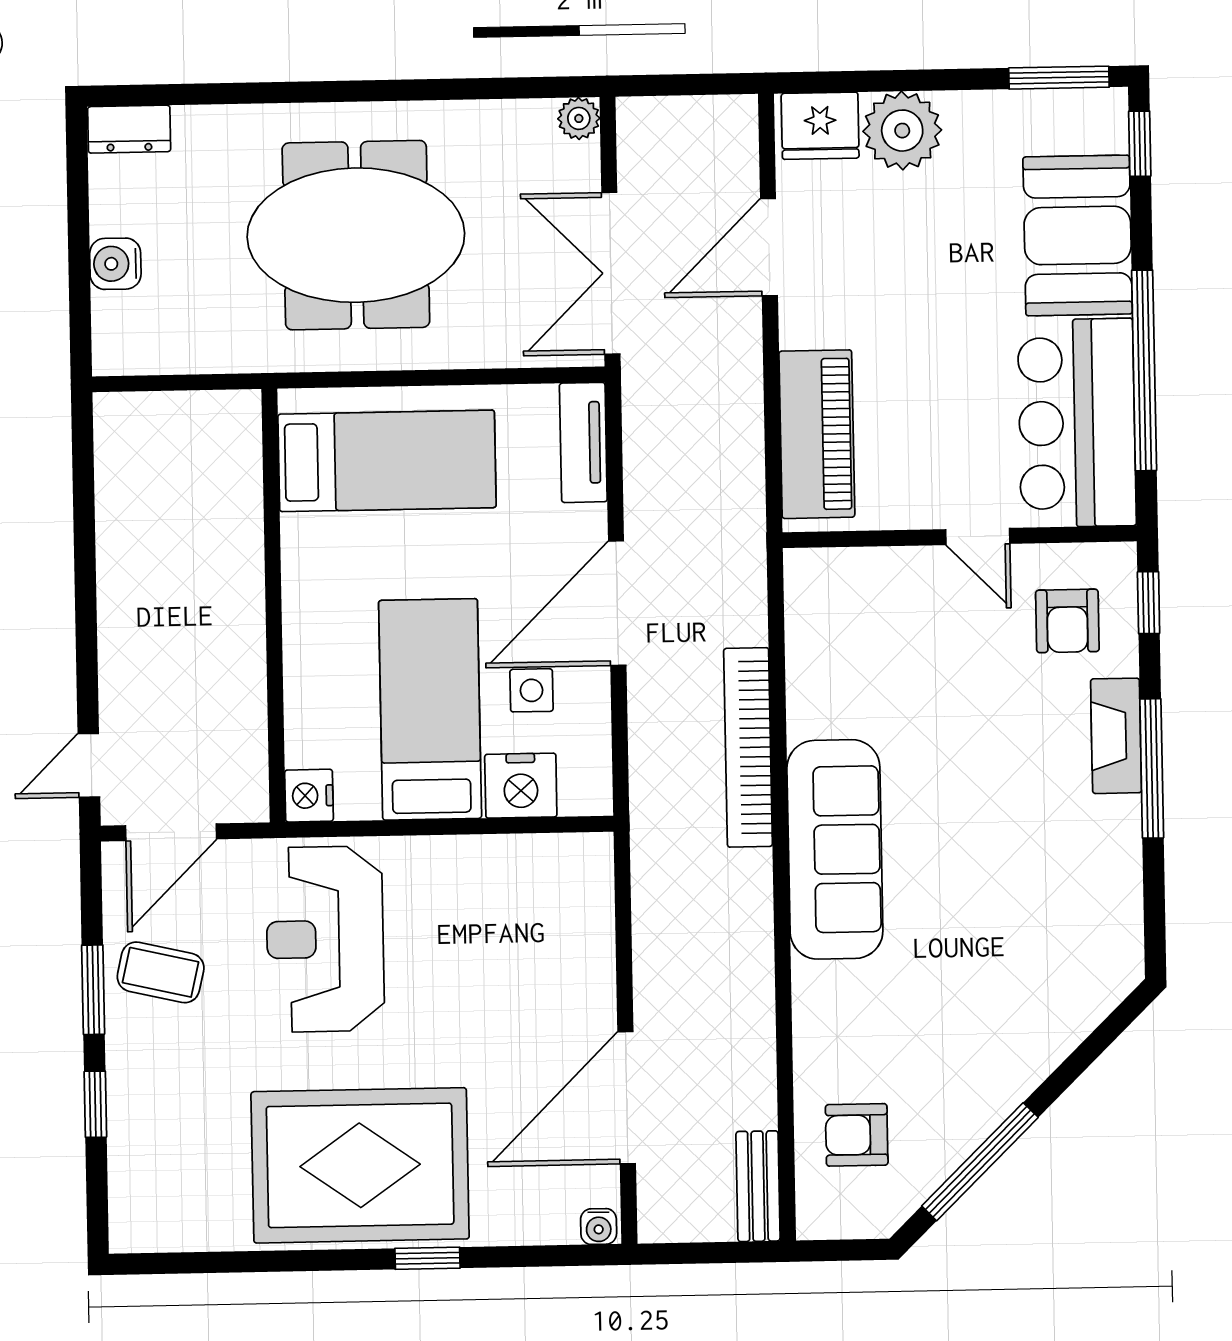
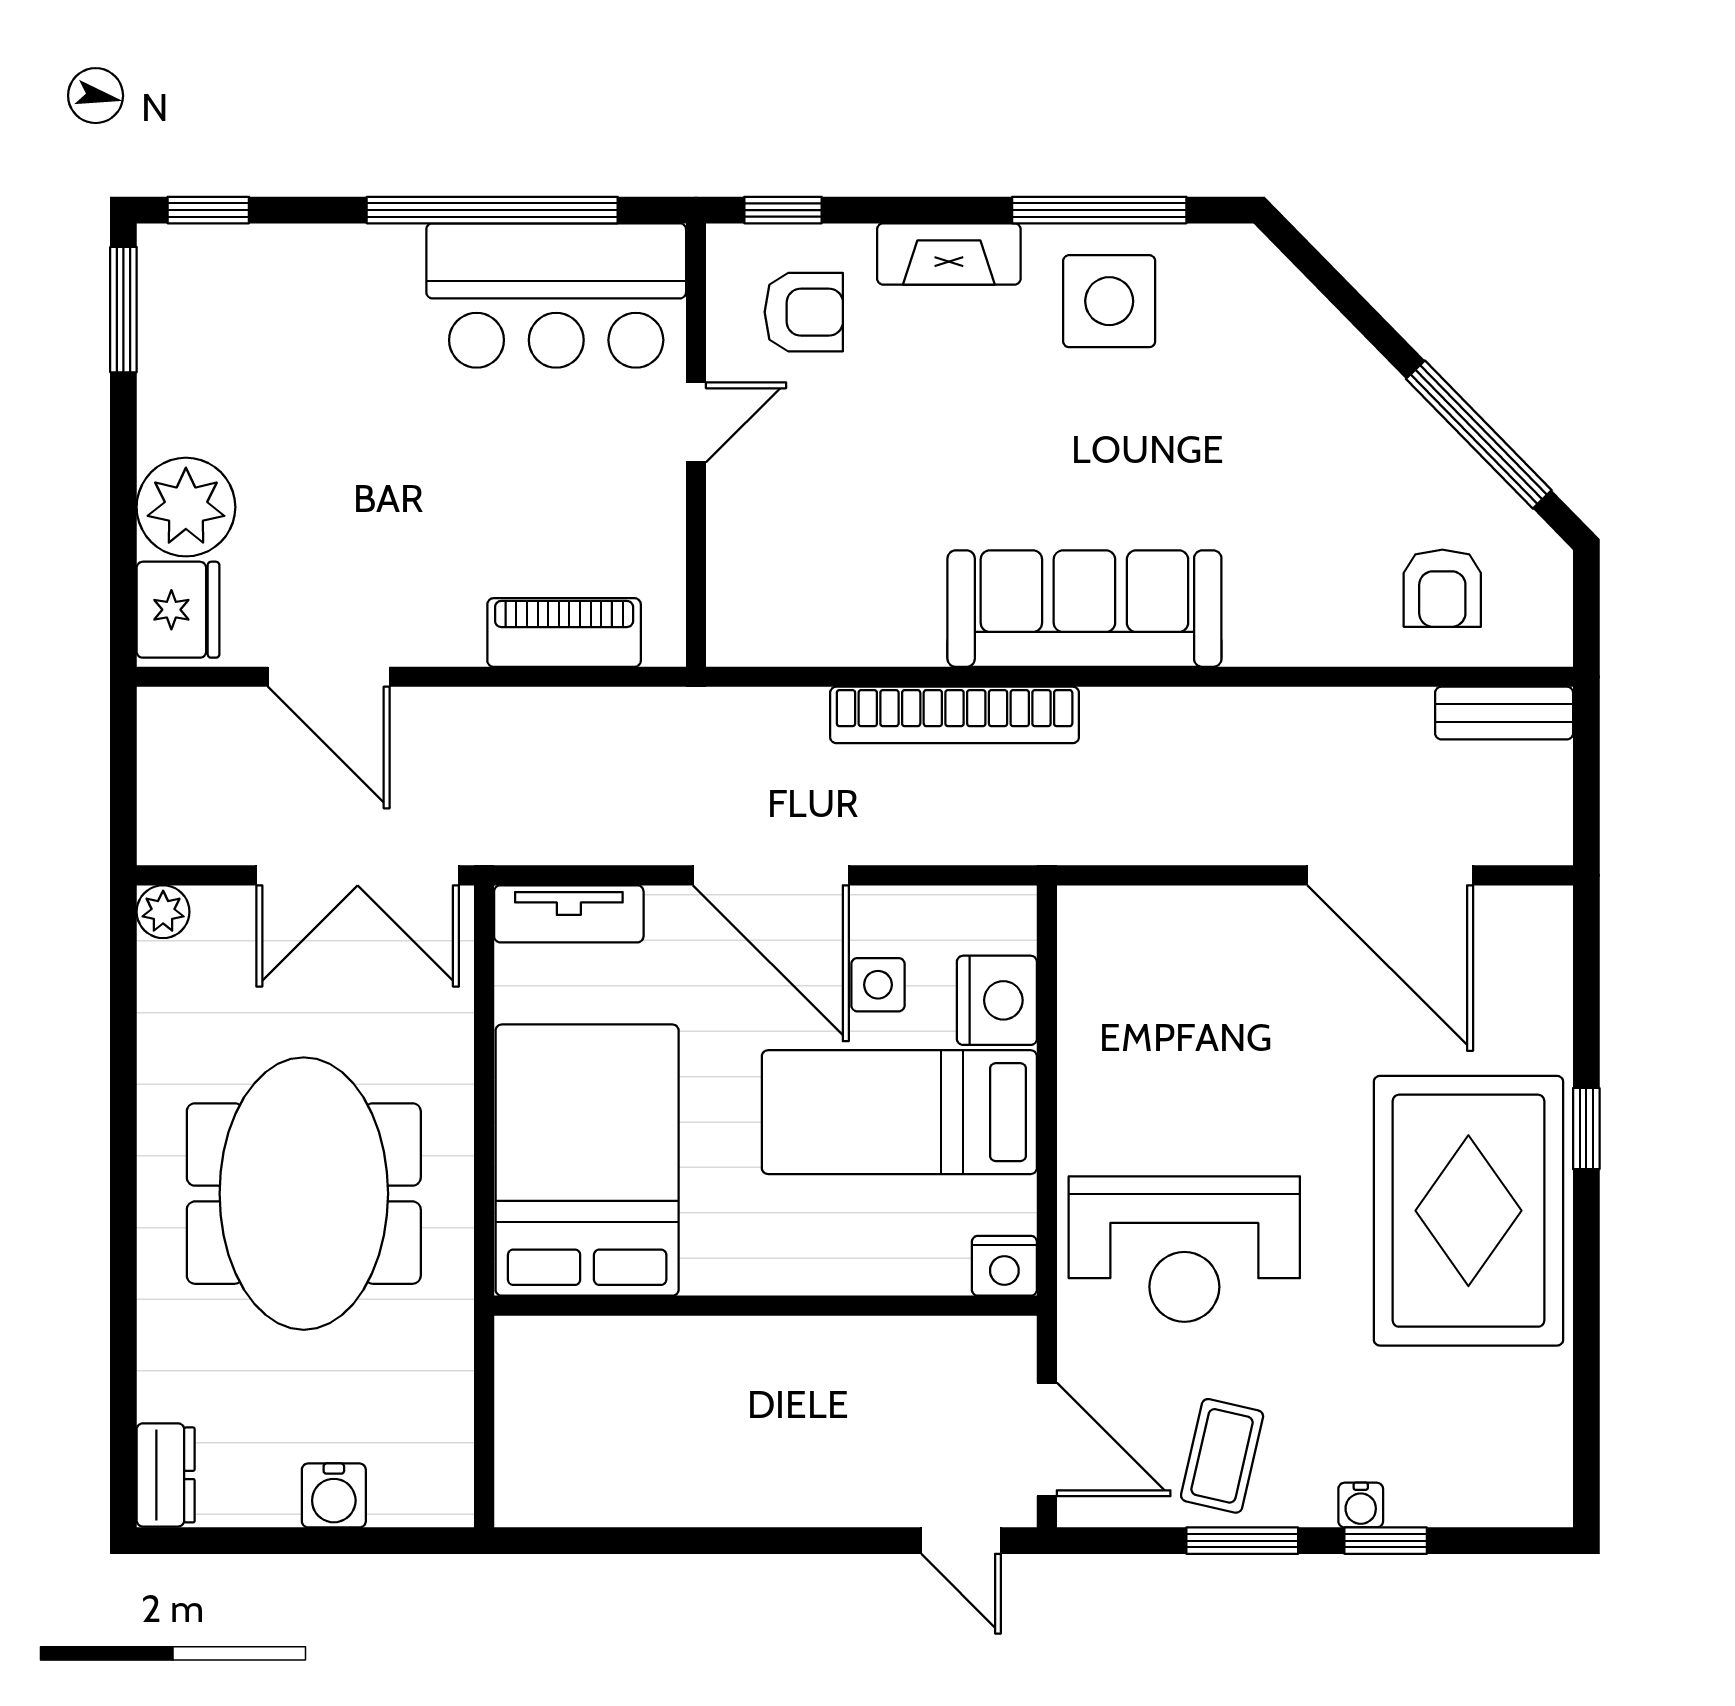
booth: (1078, 235) -> (322, 290), removed
piano: (817, 434) -> (564, 633), width x0.73, depth x0.75
bed: (387, 461) -> (587, 1160), width x1.50
window: (1152, 768) -> (1099, 210), moved
side table: (1081, 865) -> (1109, 301), added
water cooler: (599, 1227) -> (1361, 1505), moved, turned 90

